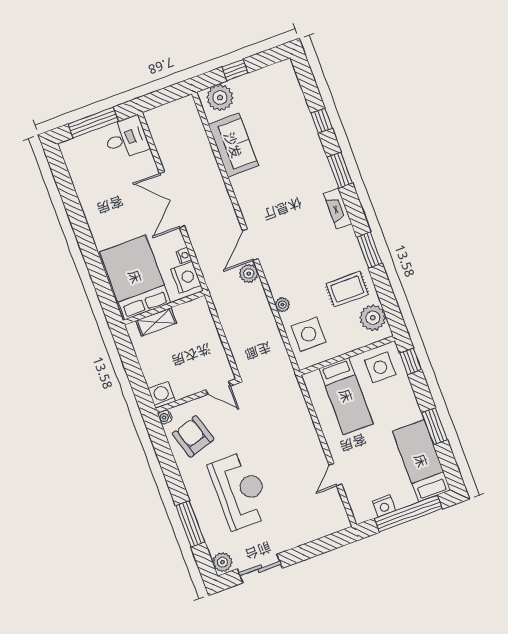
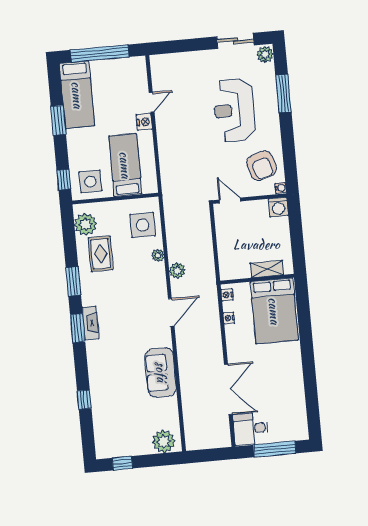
window: (235, 70) -> (122, 463), moved
sofa: (233, 145) -> (161, 372), moved
window: (340, 170) -> (78, 328), moved
double door: (172, 200) -> (228, 389), moved
plant: (249, 274) -> (177, 271), moved
nightstand: (186, 277) -> (227, 295), width x0.53, depth x0.56
rug: (347, 289) -> (101, 254), turned 90
nightstand: (384, 506) -> (144, 122), moved, turned 90

